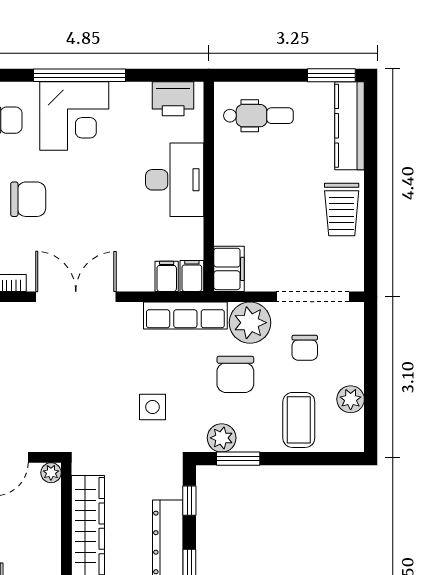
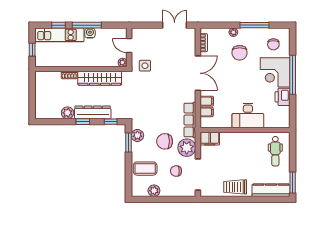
printer: (173, 99) -> (283, 97), moved
filing cabinet: (192, 276) -> (207, 101), moved
side table: (153, 407) -> (145, 66), moved

